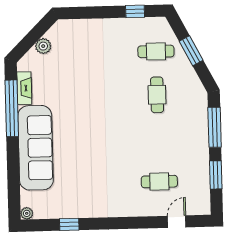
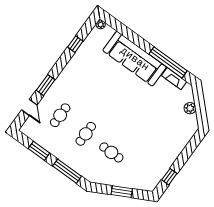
cafe table: (156, 51) -> (86, 134), moved
window: (139, 223) -> (46, 85), added

